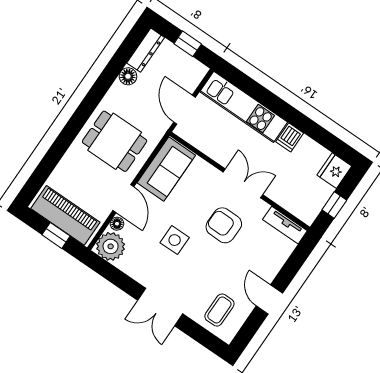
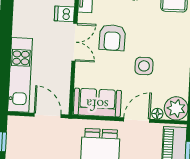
door: (184, 110) -> (48, 115), swing flipped
dishwasher: (290, 137) -> (64, 14), moved, turned 180
double door: (243, 183) -> (74, 42), swing flipped

